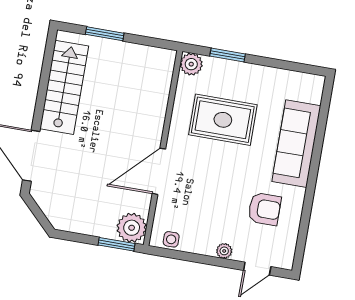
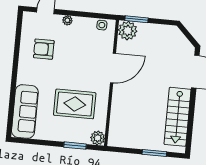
sofa: (296, 144) -> (25, 112), moved

